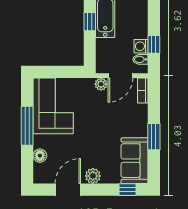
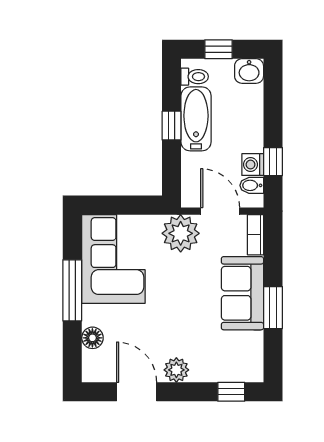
door: (120, 76) -> (220, 211), swing flipped
plant: (101, 84) -> (181, 233), width x1.87, depth x1.87
sofa: (135, 161) -> (242, 293), moved
door: (68, 190) -> (137, 392), hinge flipped

